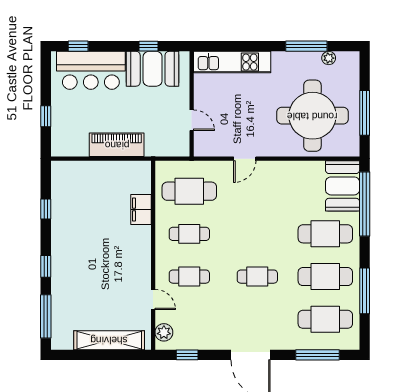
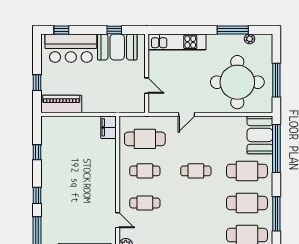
piano: (117, 145) -> (61, 104), moved
filing cabinet: (141, 209) -> (109, 127), moved
cafe table: (257, 277) -> (196, 171), moved

